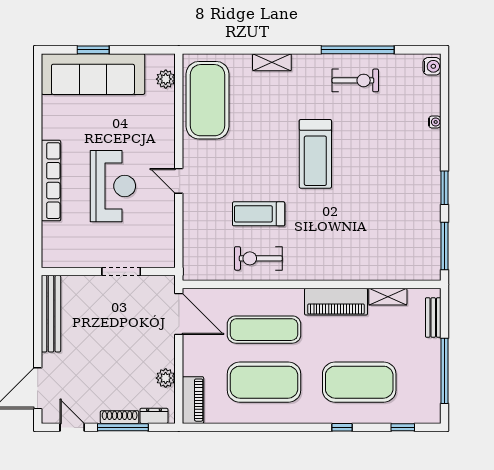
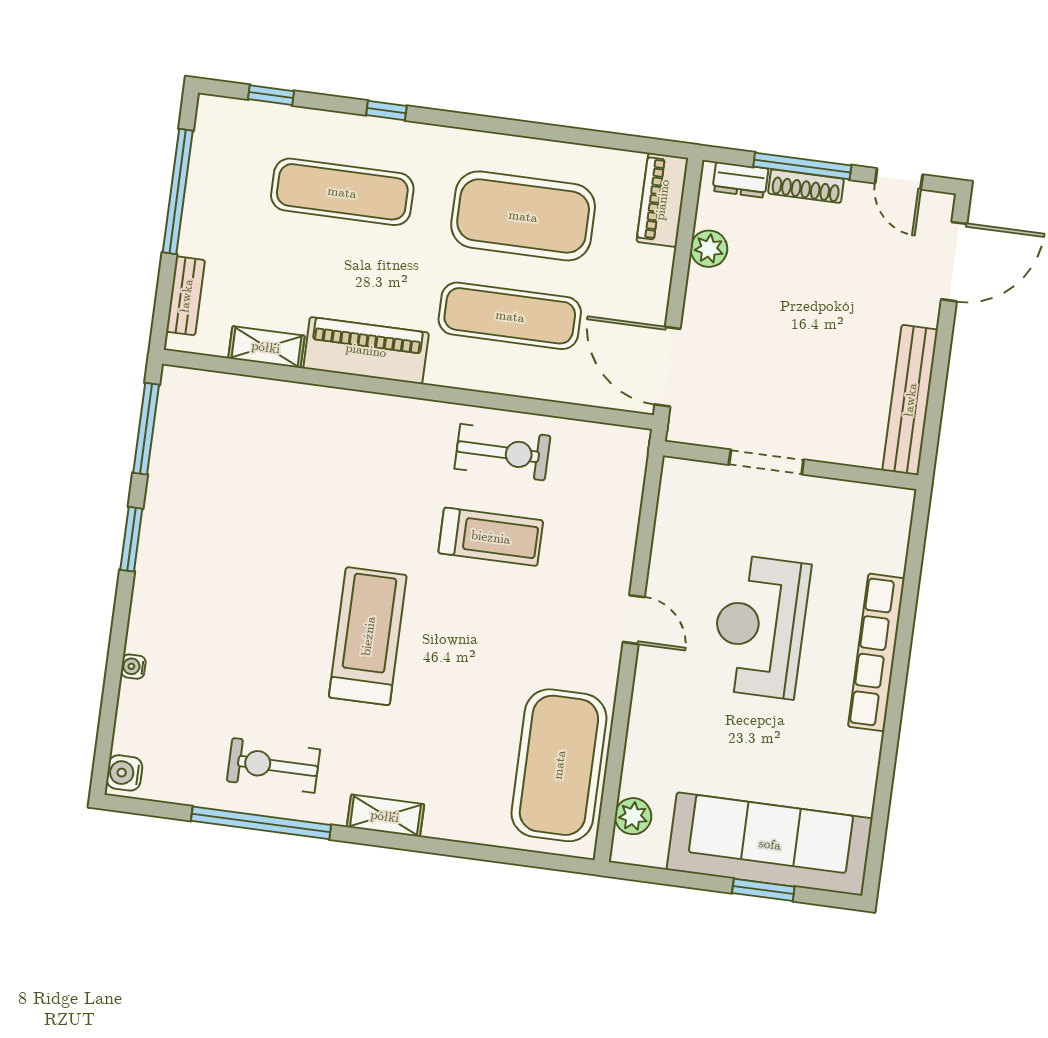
shelving: (272, 62) -> (385, 816), moved
exercise mat: (359, 382) -> (342, 192), width x0.68

